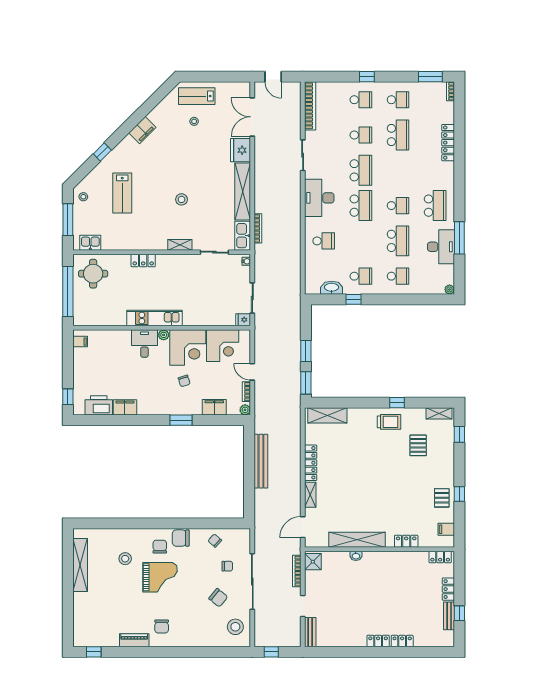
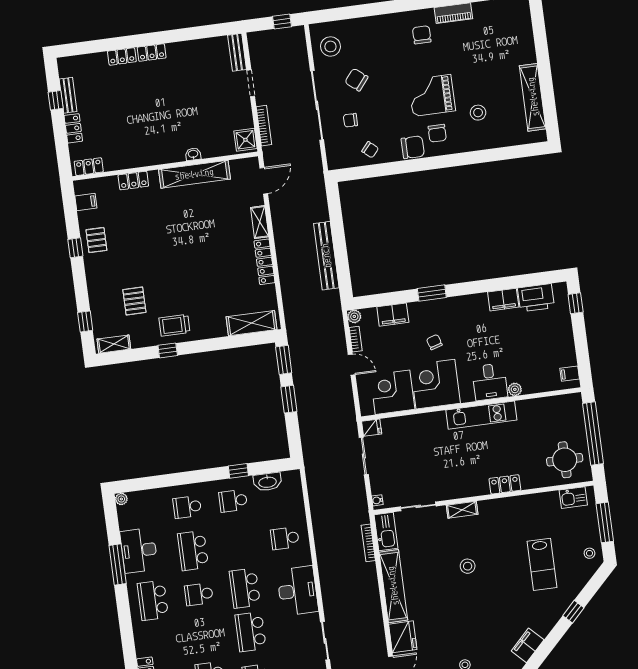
lab bench: (122, 193) -> (542, 564), turned 180
plant: (164, 335) -> (515, 389), moved

